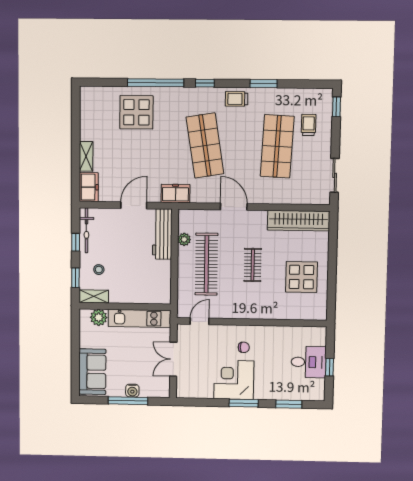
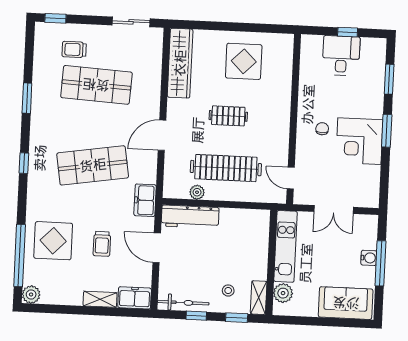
window: (156, 83) -> (20, 256), moved
plant: (88, 94) -> (31, 295), added
trolley: (237, 99) -> (102, 244), moved

